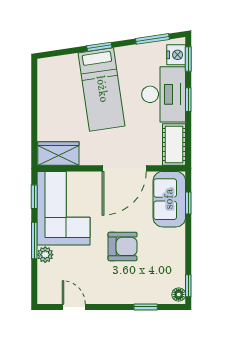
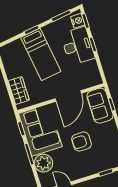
cot: (174, 145) -> (93, 73), removed
wardrobe: (58, 154) -> (19, 91), moved, turned 90
armchair: (123, 246) -> (81, 142), turned 180
plant: (45, 255) -> (43, 163), width x1.88, depth x1.88

